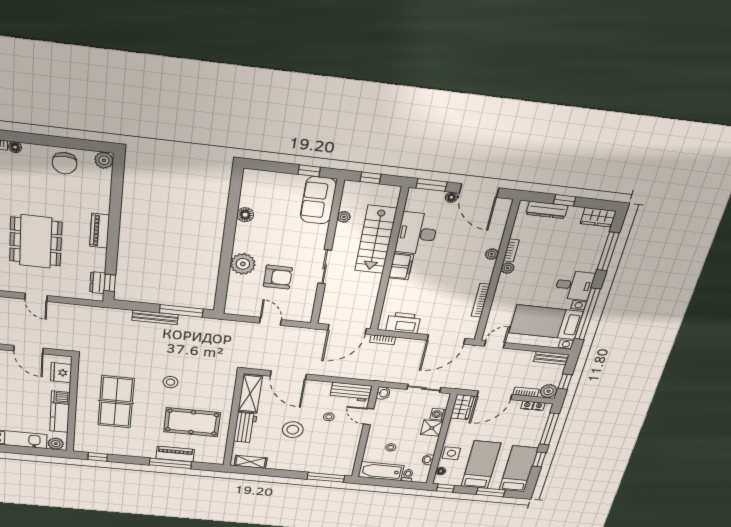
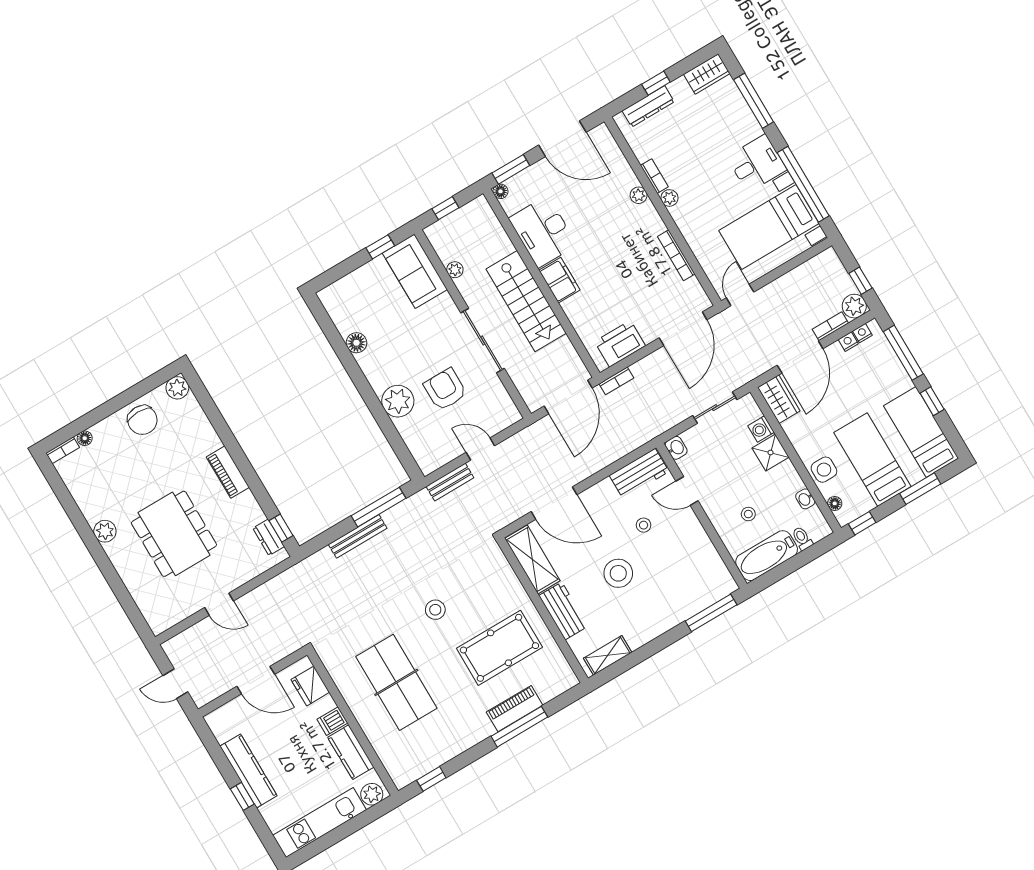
floor lamp: (451, 197) -> (500, 191), moved
stairs: (376, 240) -> (526, 301), moved
sliding door: (325, 267) -> (483, 341), width x1.37
armchair: (278, 277) -> (445, 389), turned -90
bench: (551, 358) -> (450, 482), moved

